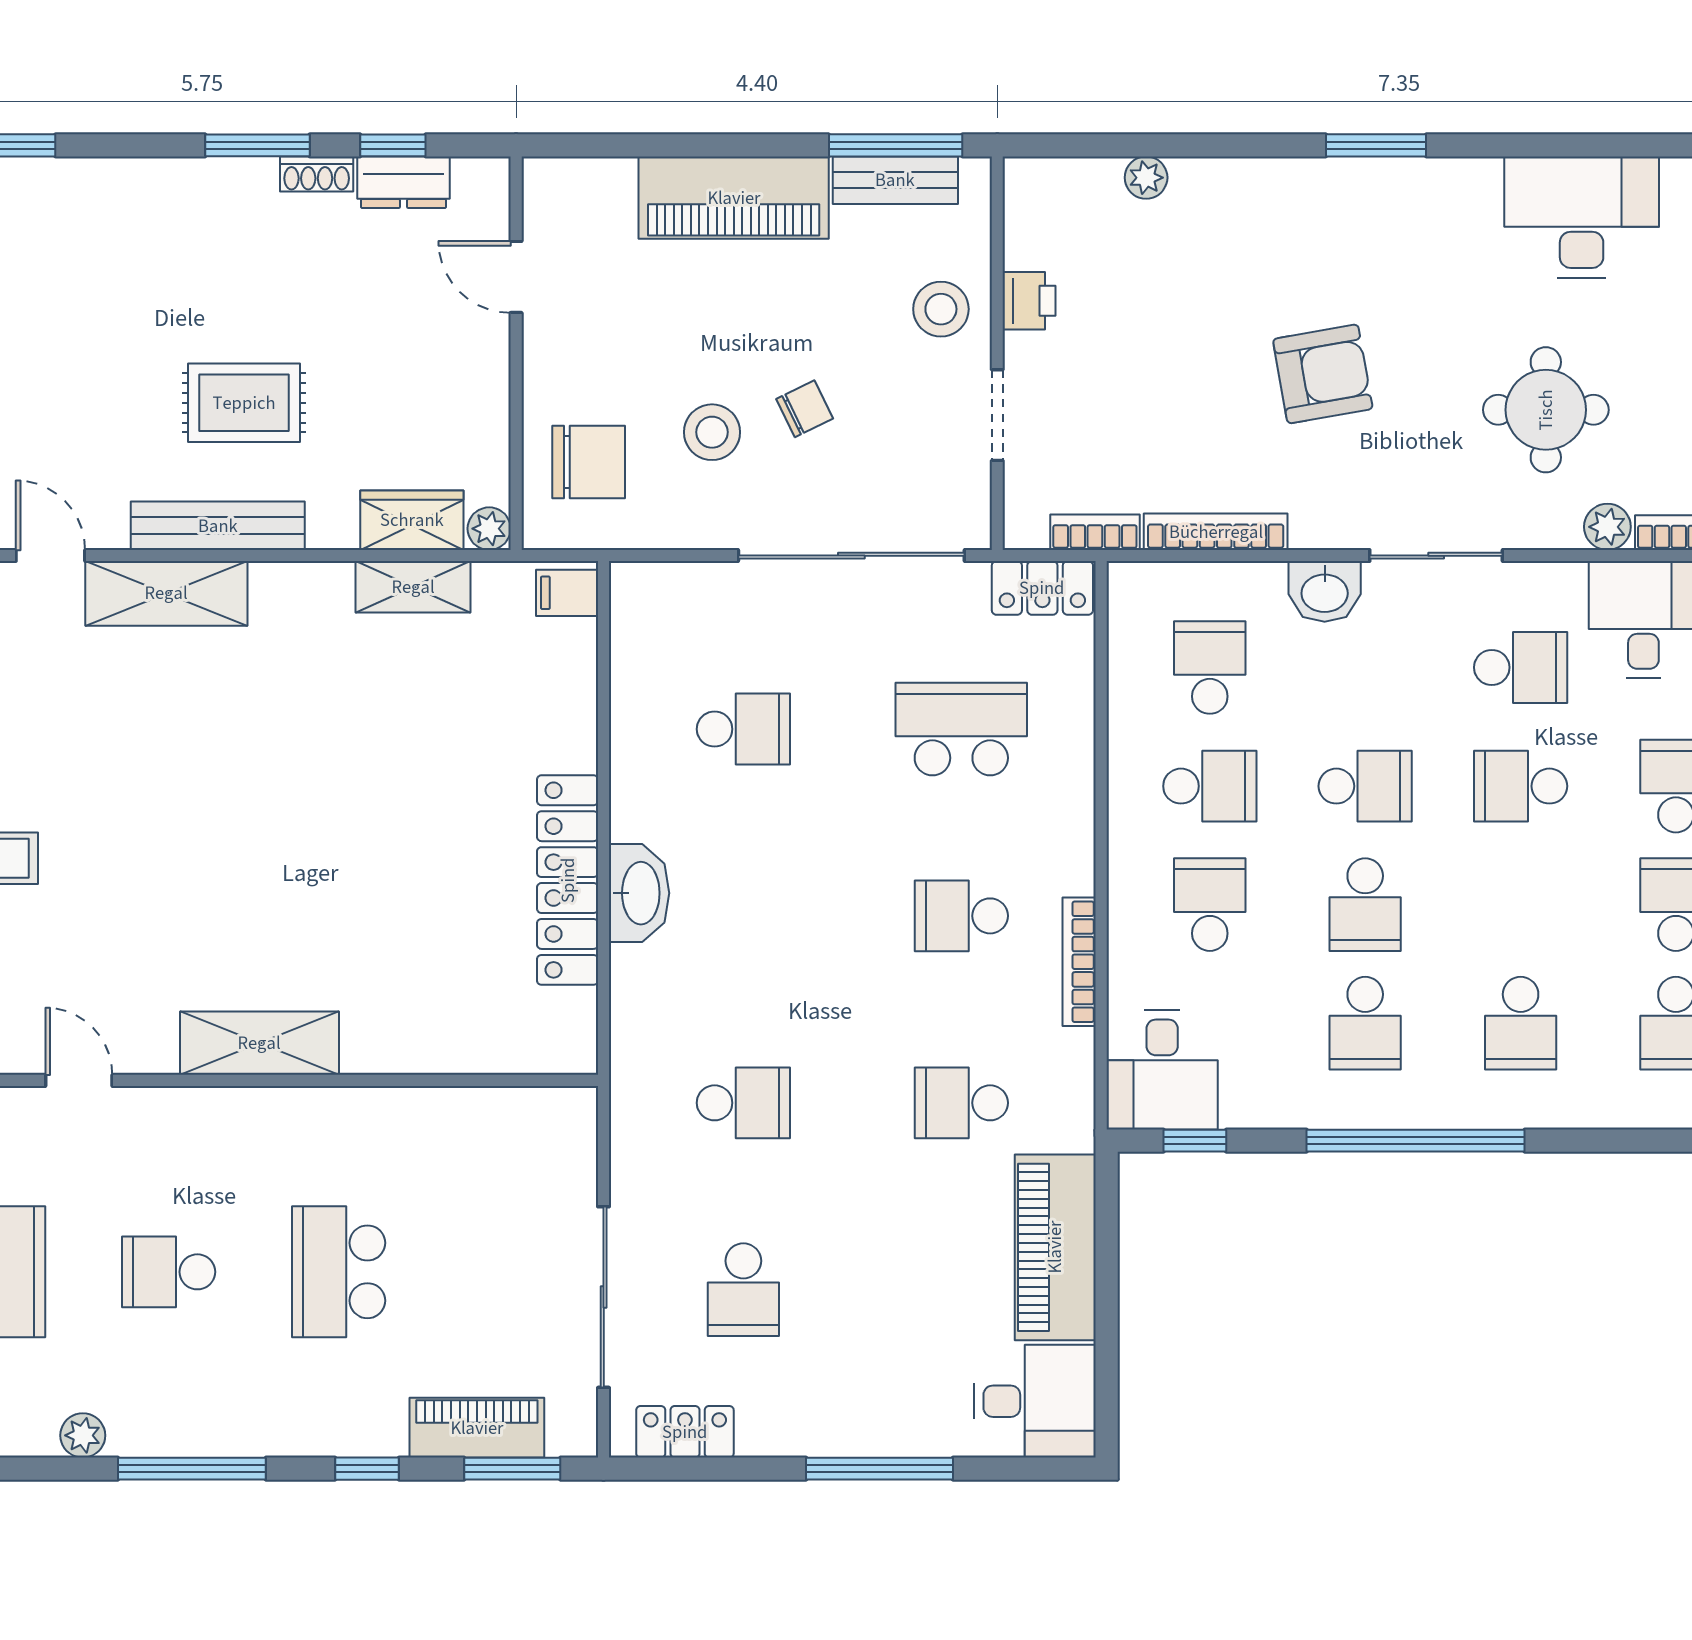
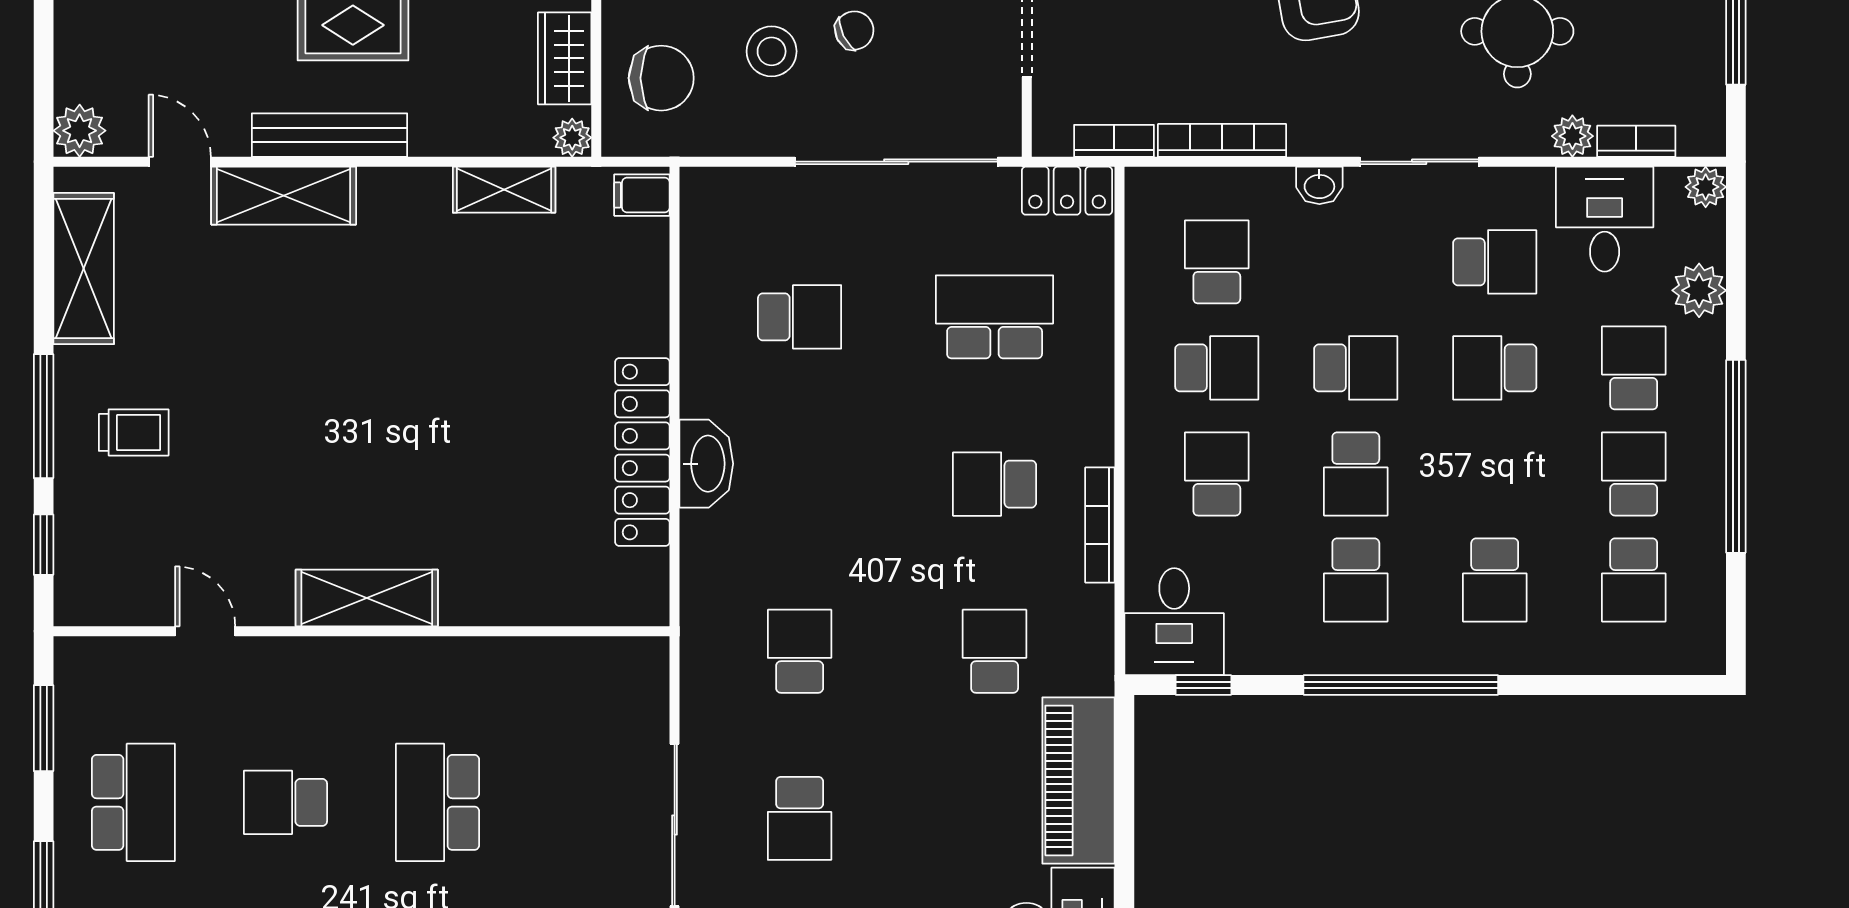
wardrobe: (412, 520) -> (565, 58), moved, turned -90
washbasin: (1325, 591) -> (1319, 185), width x0.72, depth x0.69
school desk: (743, 1103) -> (800, 651), turned -90
school desk: (961, 1103) -> (995, 651), turned 90

